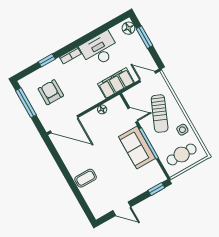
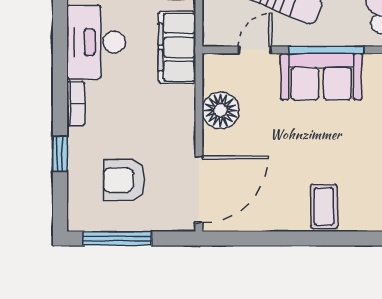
floor lamp: (102, 109) -> (221, 110), width x1.89, depth x1.89

